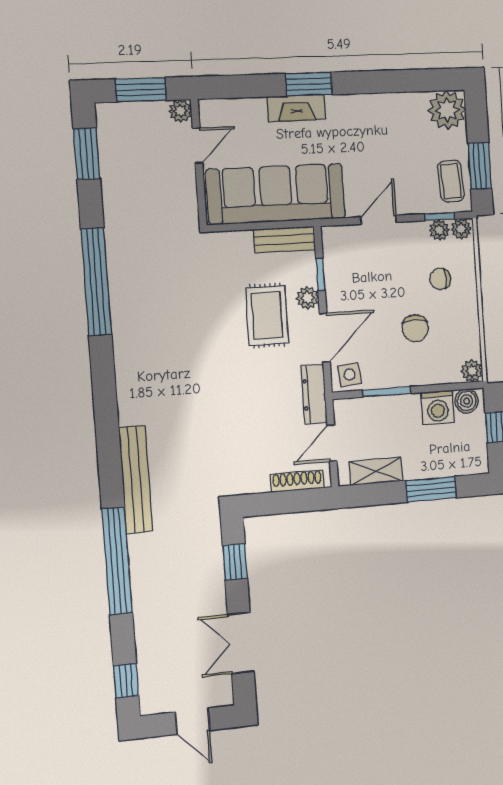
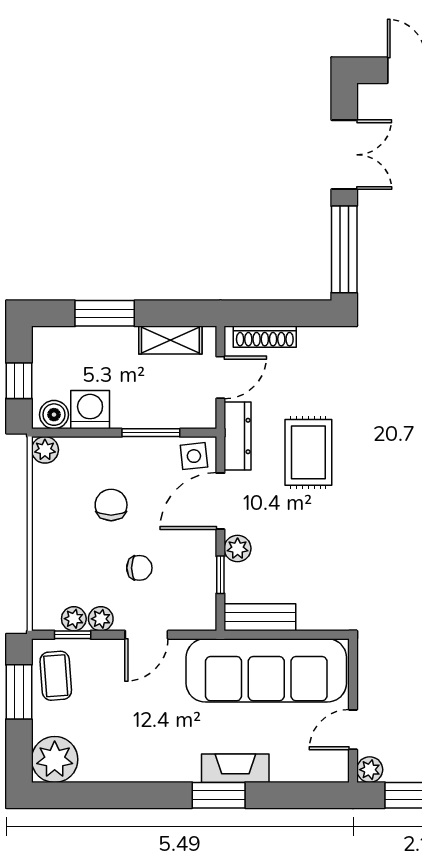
plant: (461, 229) -> (101, 619), moved
chair: (440, 279) -> (139, 568), moved
rug: (267, 315) -> (308, 452), moved
window: (235, 562) -> (344, 249), width x2.17

